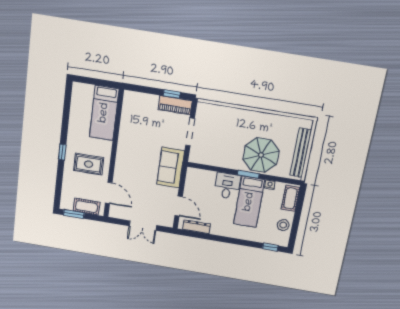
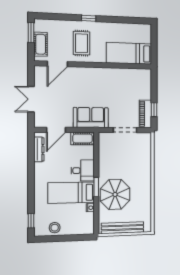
cot: (290, 198) -> (83, 138), moved

